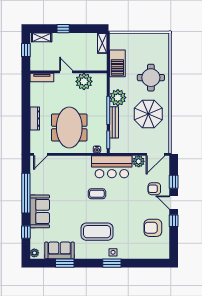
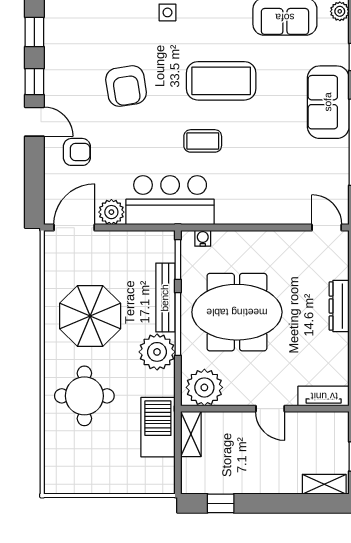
window: (63, 29) -> (221, 503), moved
shelving: (102, 43) -> (191, 434), moved
plant: (84, 81) -> (204, 387), moved
meeting table: (69, 127) -> (237, 312), moved, turned 90
door: (40, 154) -> (327, 228), hinge flipped
window: (174, 182) -> (34, 32), moved
armchair: (153, 228) -> (126, 86), moved, turned 81
coffee table: (97, 232) -> (221, 81), moved

